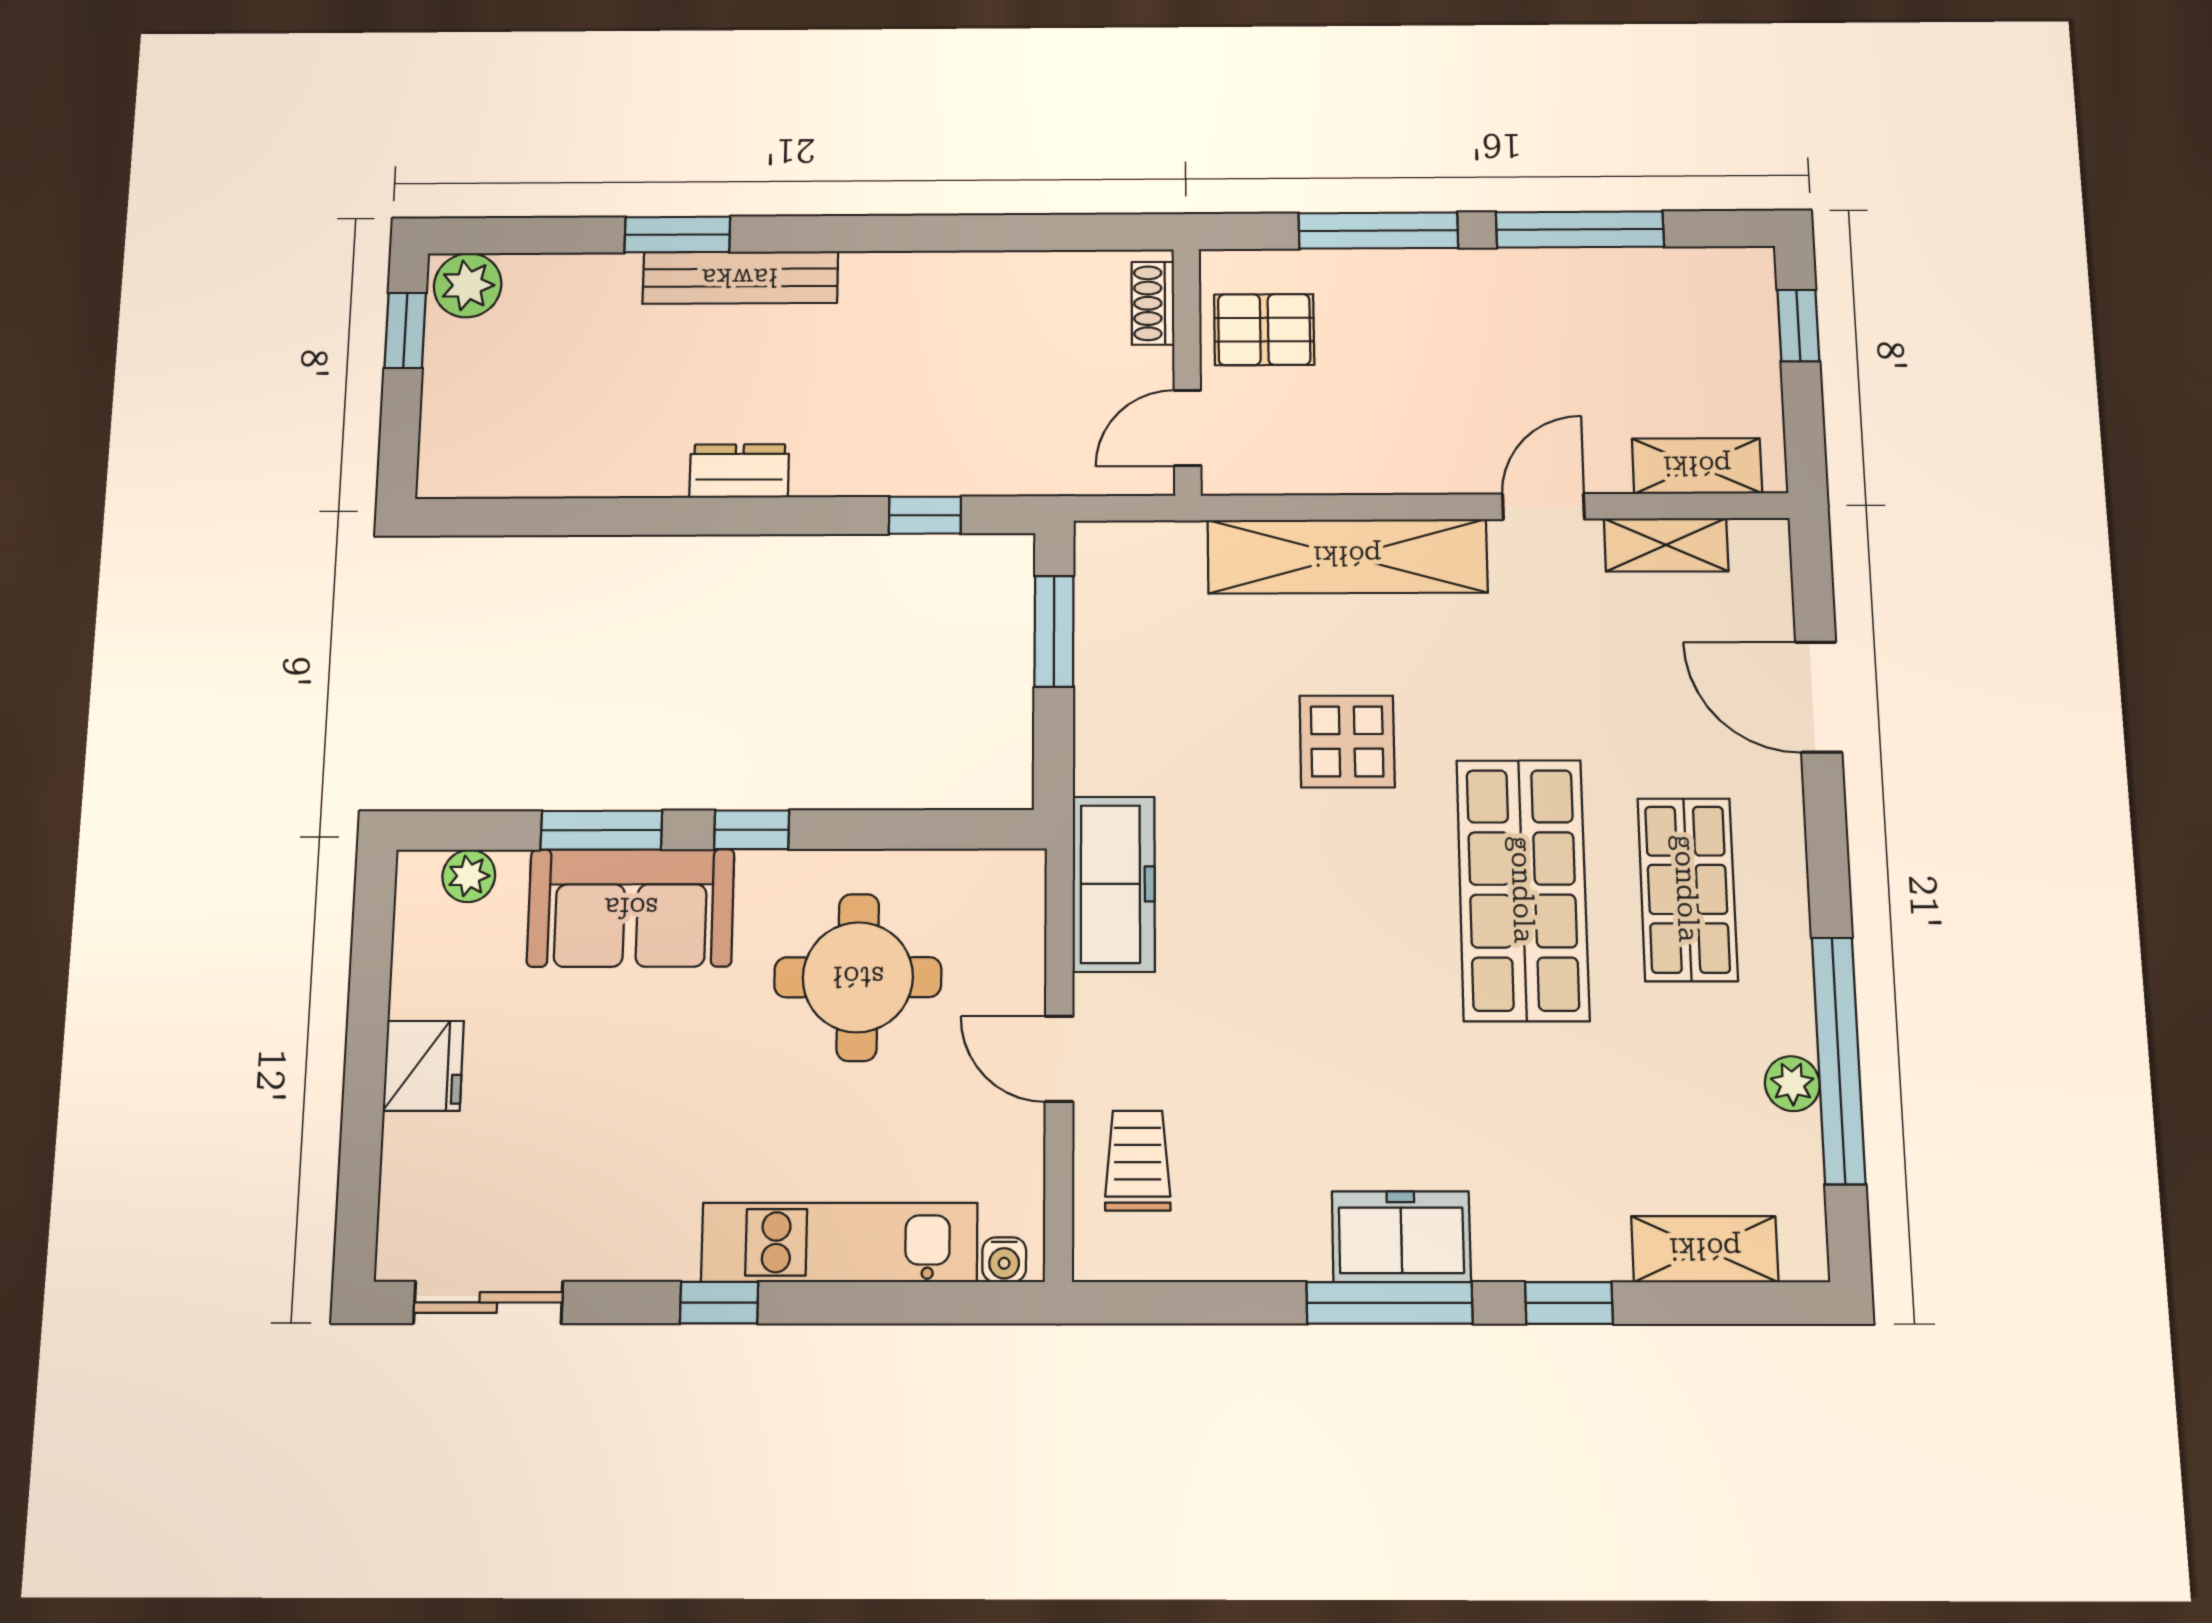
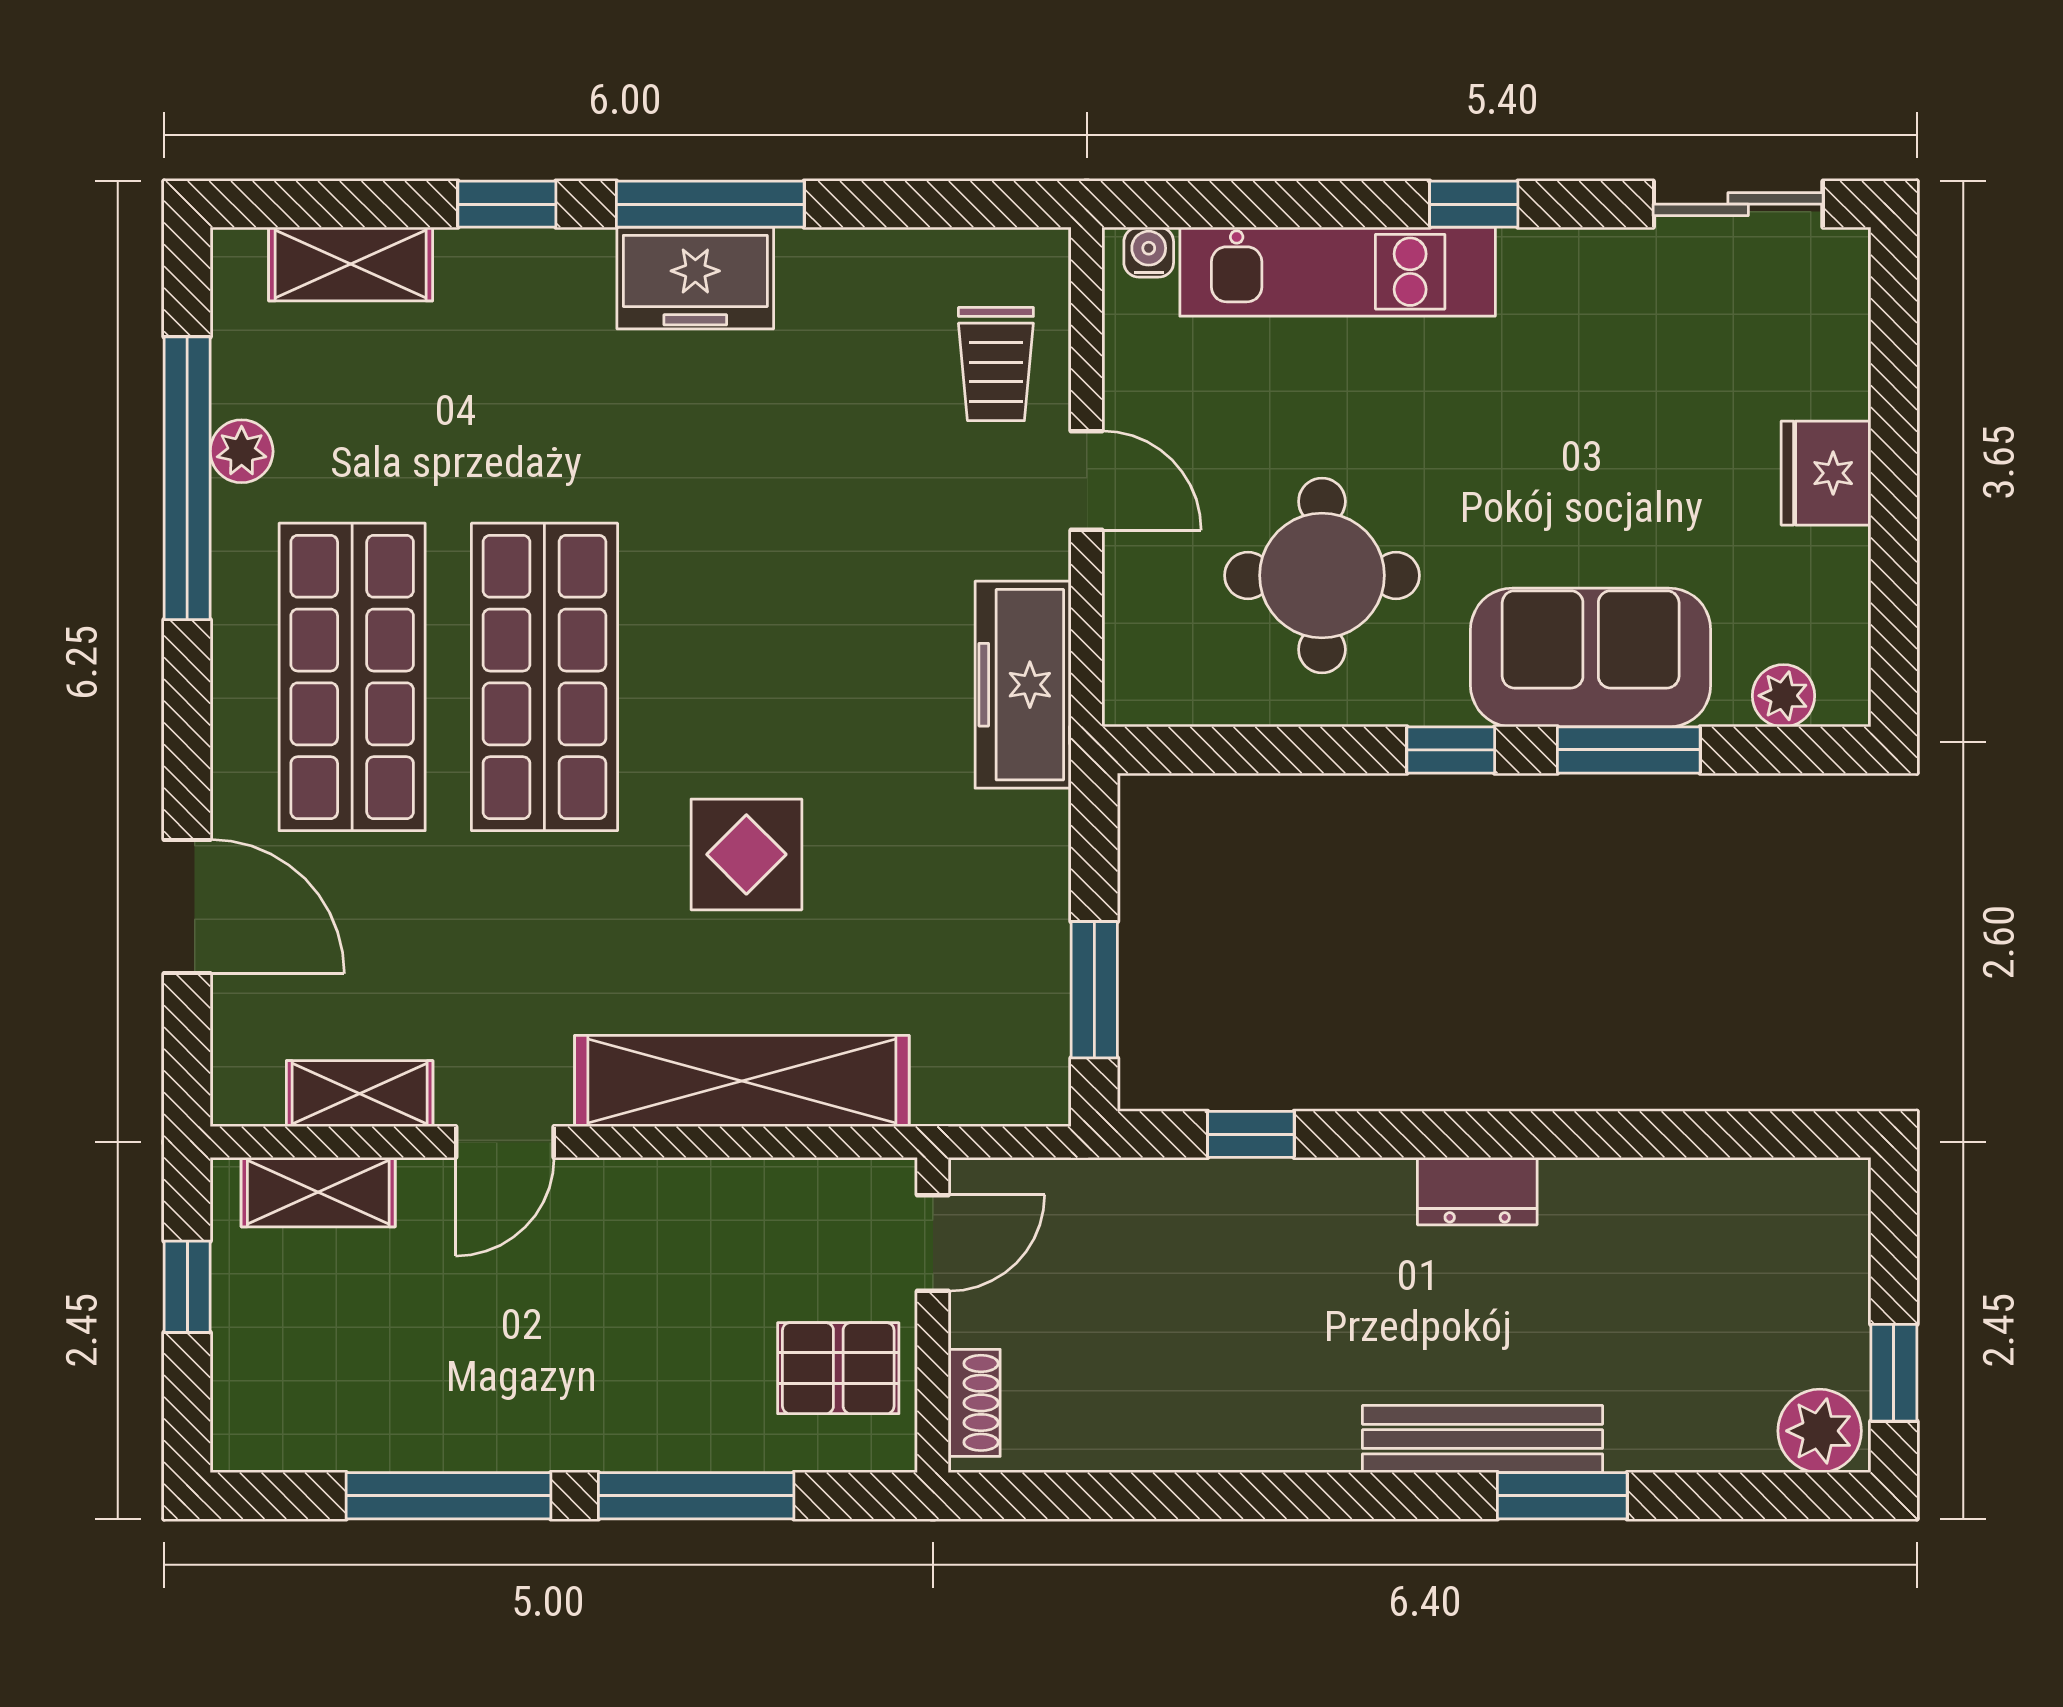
window: (1798, 326) -> (187, 1287), moved
shop shelf: (1687, 889) -> (352, 677), width x1.43, depth x1.36

